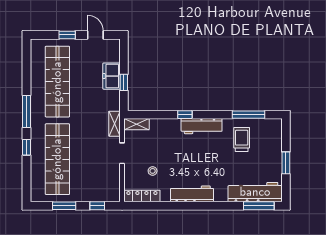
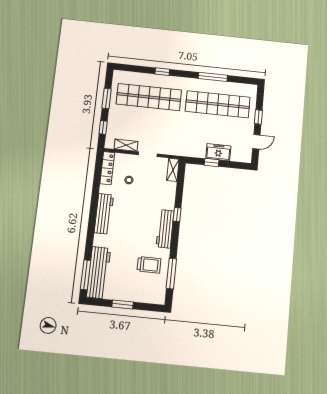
window: (27, 111) -> (213, 77), moved
shelving: (114, 124) -> (126, 145), moved

